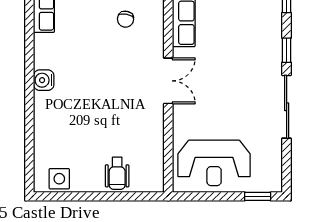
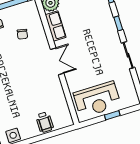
sliding door: (287, 107) -> (128, 55), width x0.73
window: (258, 196) -> (112, 115), moved

